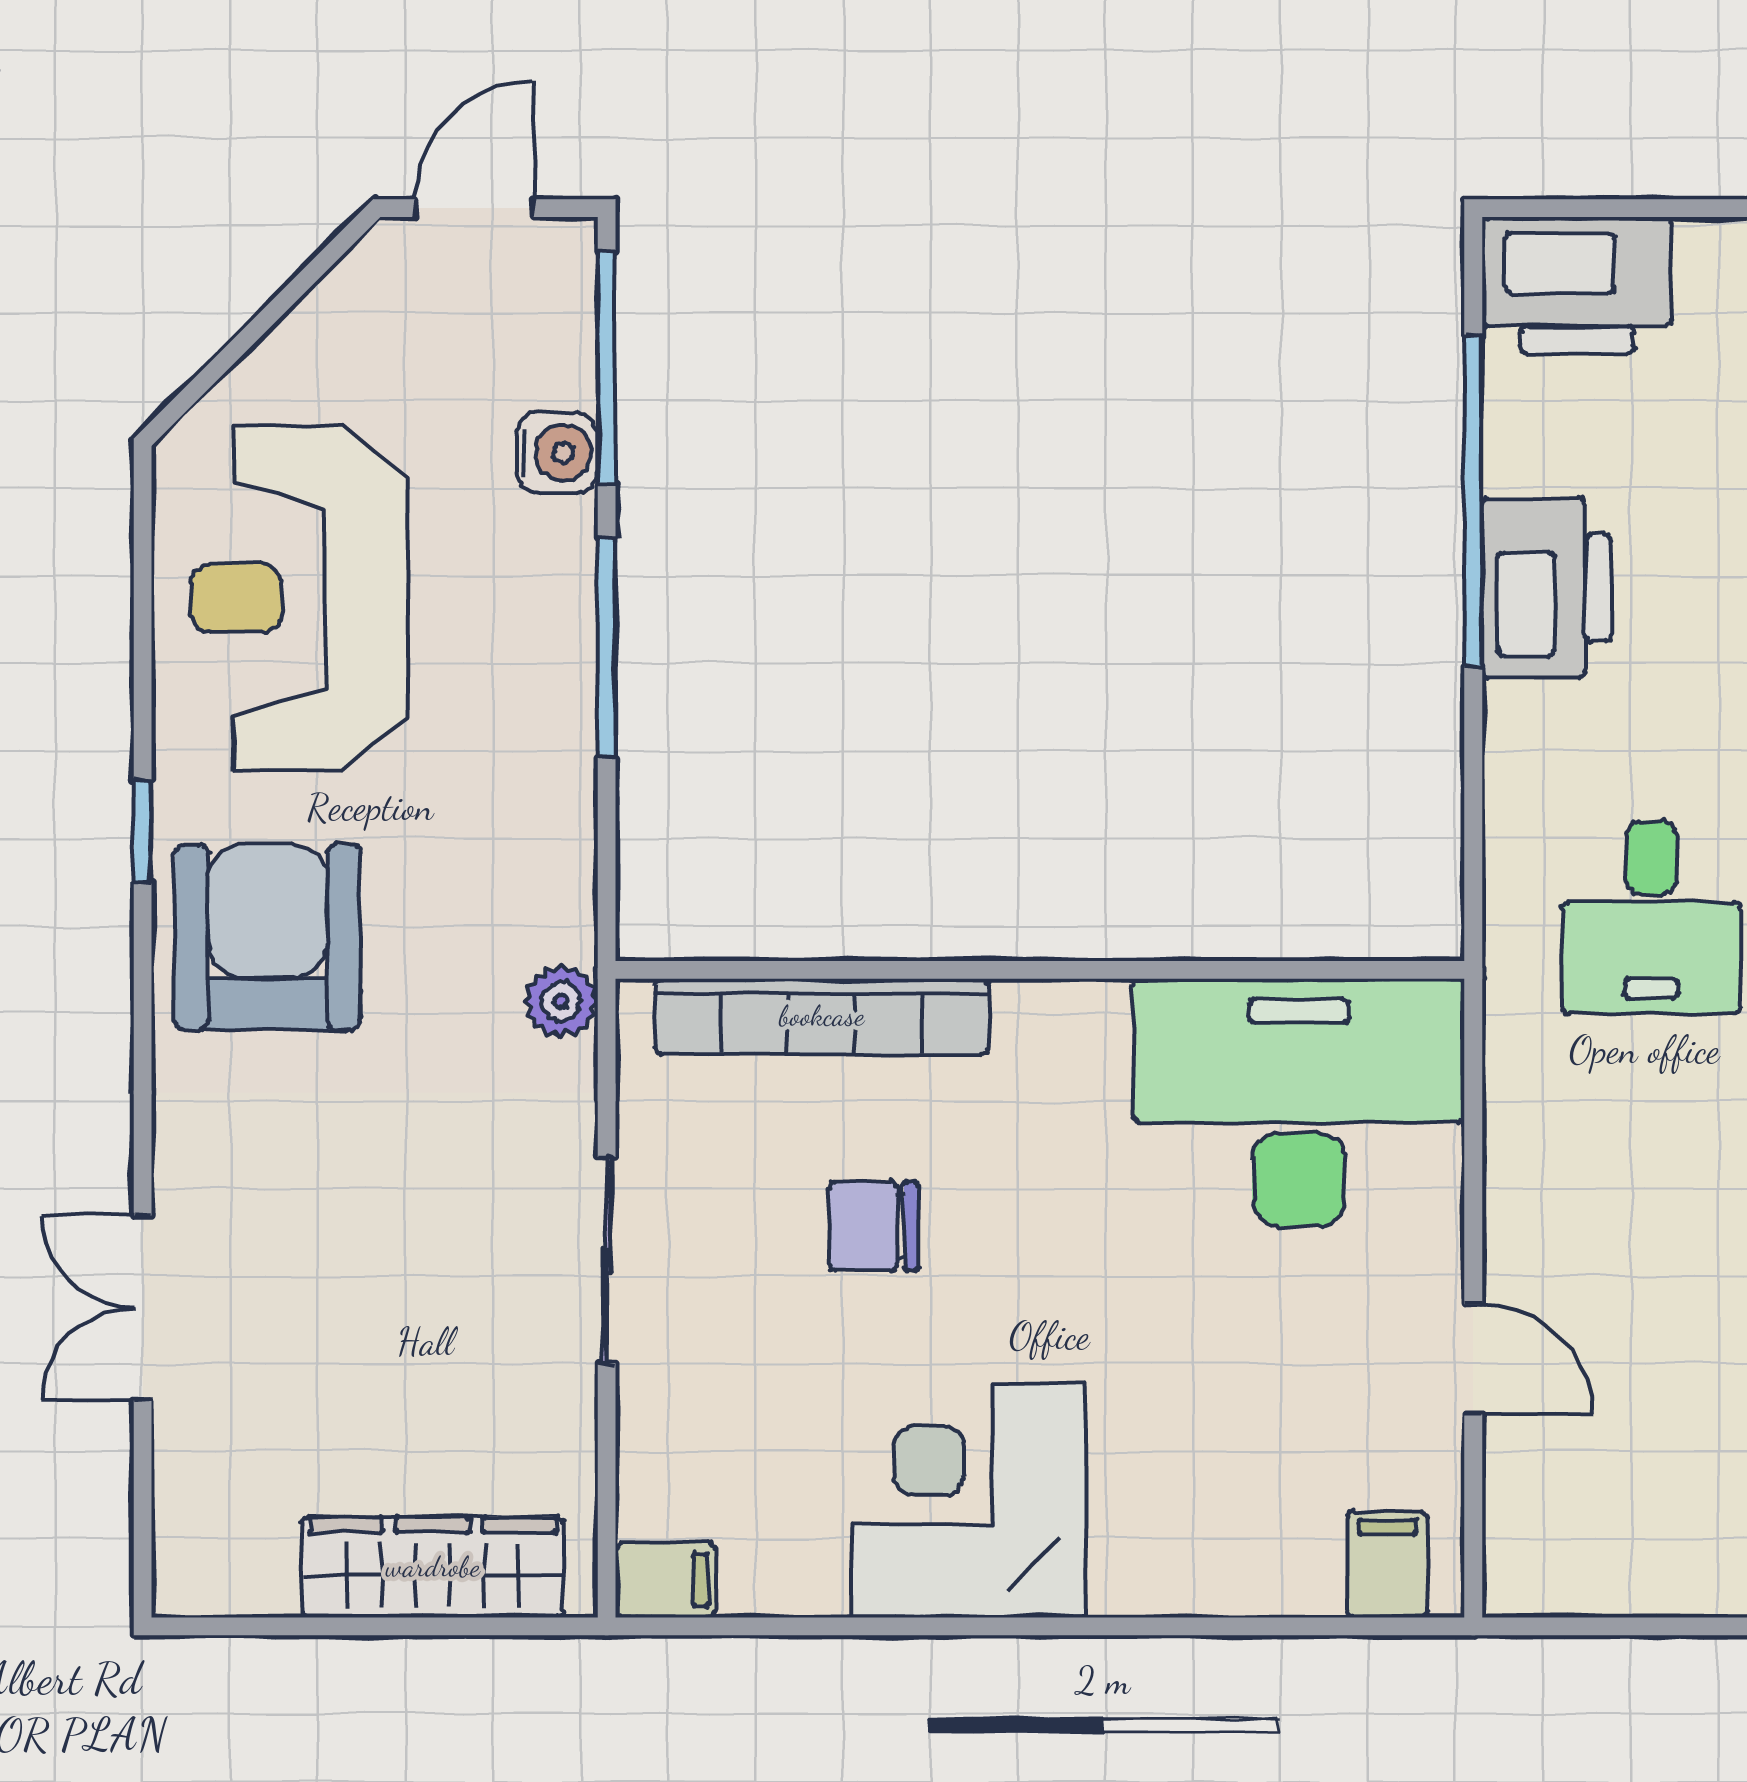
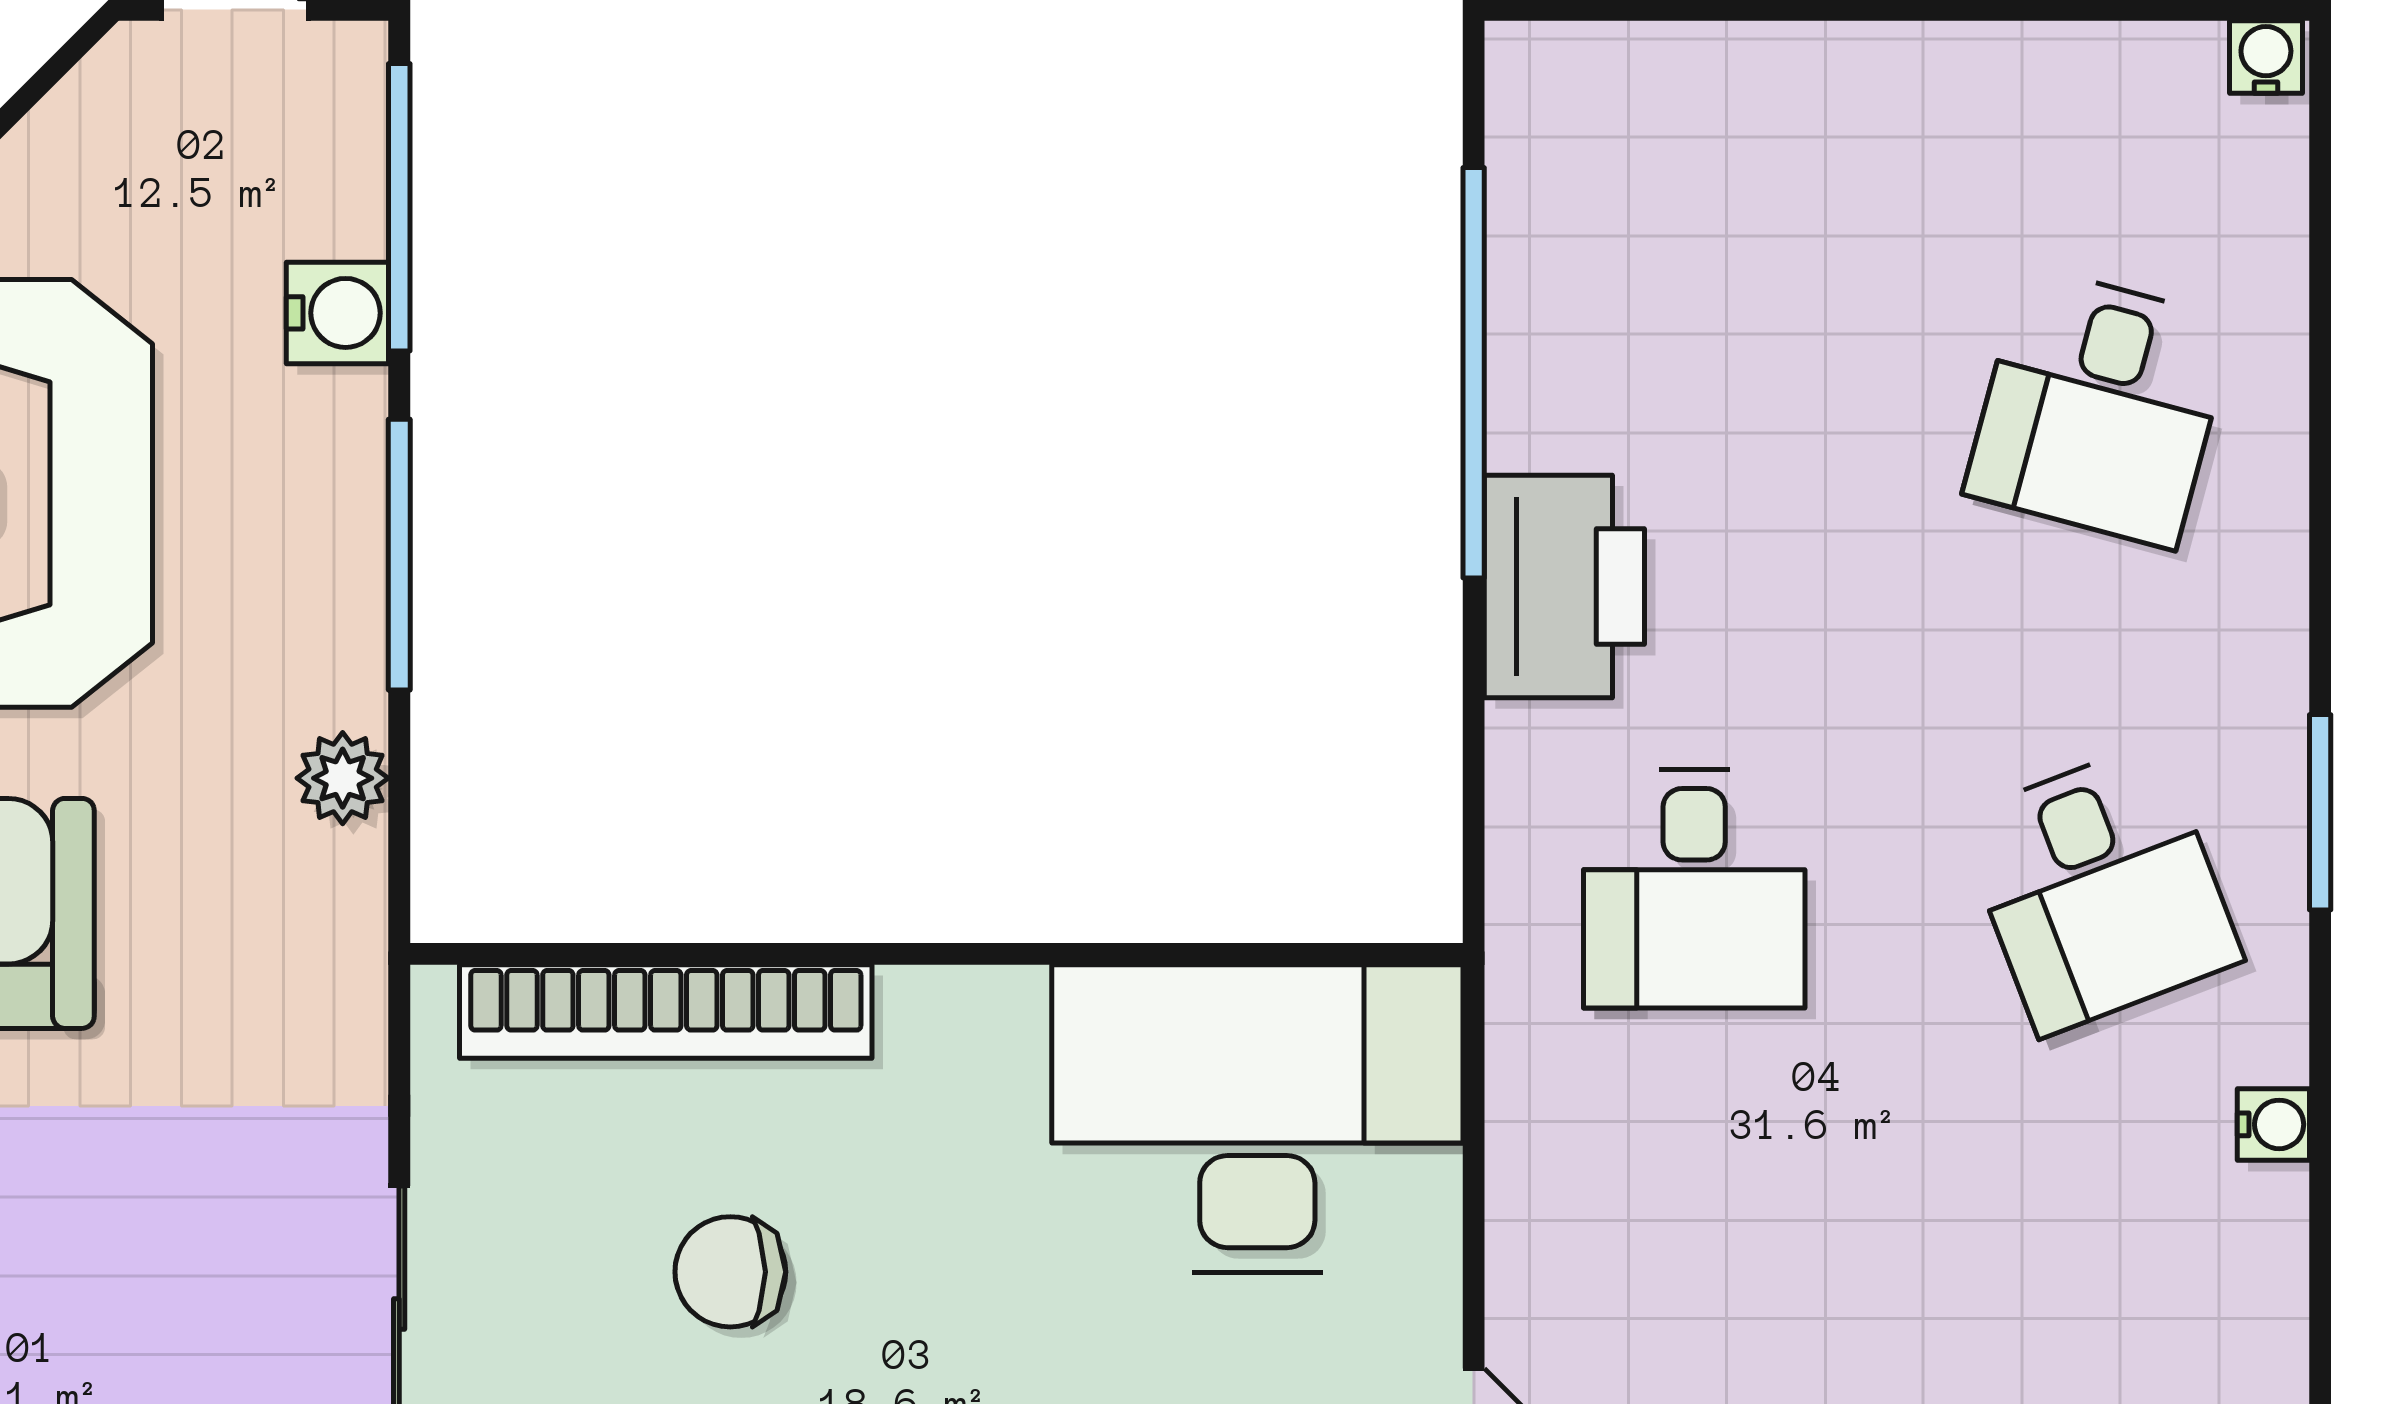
printer: (1577, 285) -> (1602, 105), removed
printer: (1547, 588) -> (1564, 587), moved
plant: (561, 1001) -> (343, 778), moved

